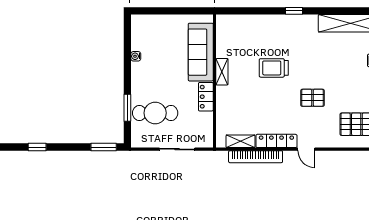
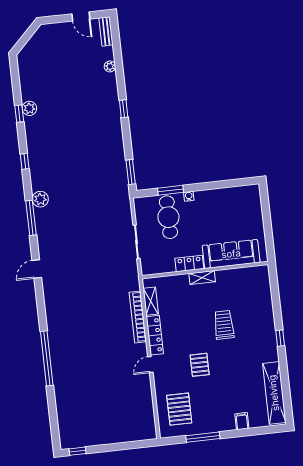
water cooler: (136, 56) -> (189, 196), moved
shelving: (222, 72) -> (202, 278), moved

